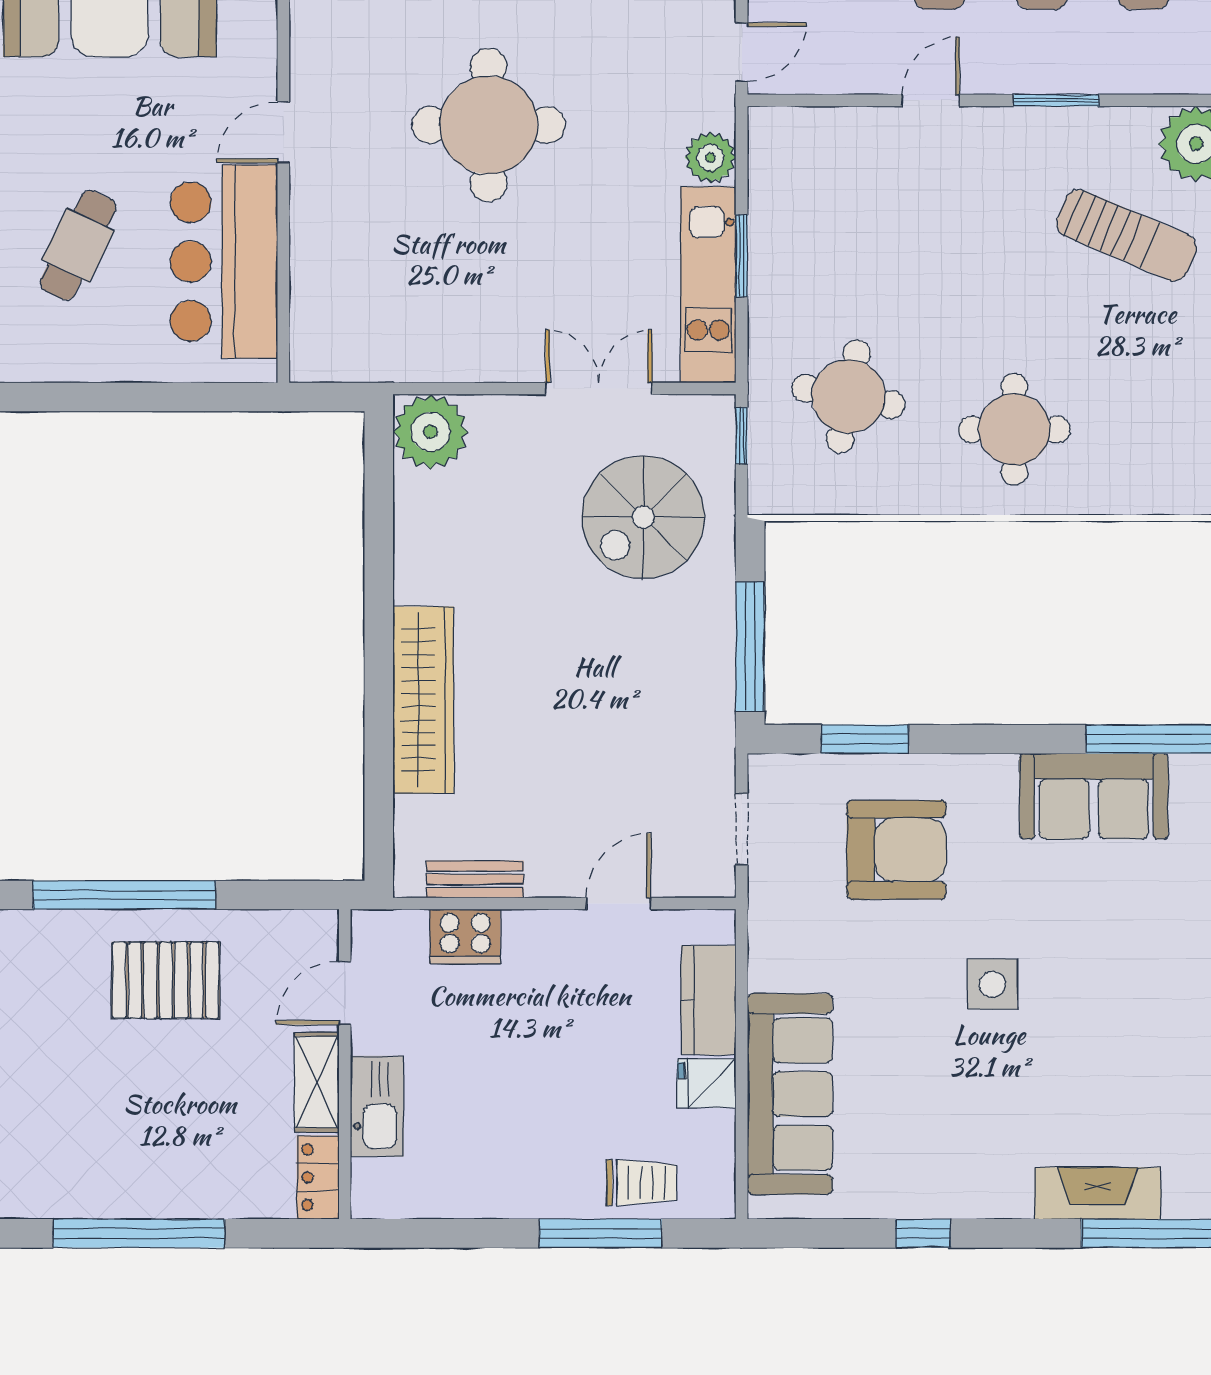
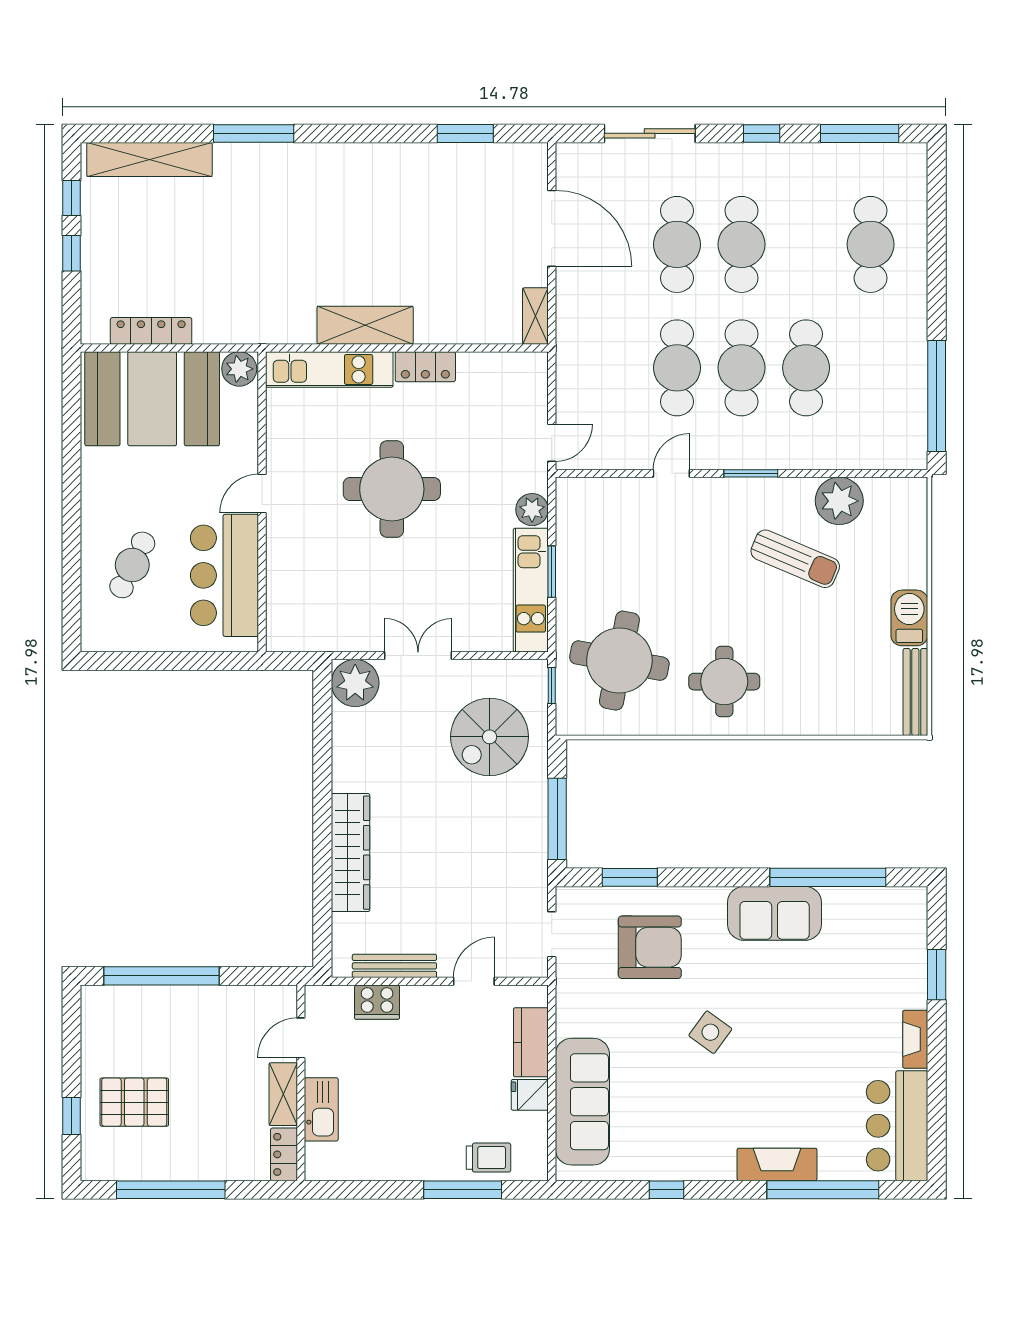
double door: (599, 389) -> (418, 656), moved
round table: (849, 396) -> (619, 661), width x1.36, depth x1.36
bench: (475, 879) -> (394, 966), width x1.36
pallet: (166, 980) -> (134, 1102), moved
side table: (992, 984) -> (710, 1032), turned 36

